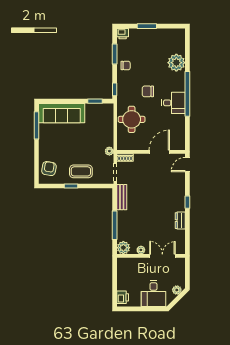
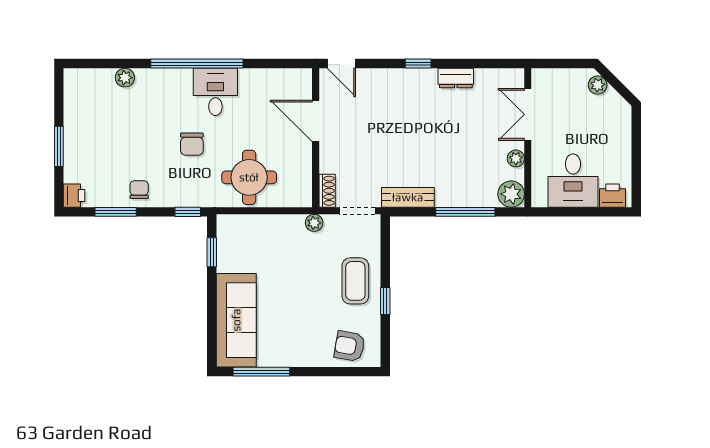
plant: (176, 63) -> (125, 78), width x0.53, depth x0.53
desk: (153, 294) -> (573, 181), moved, turned 90

